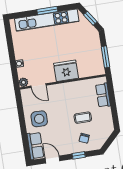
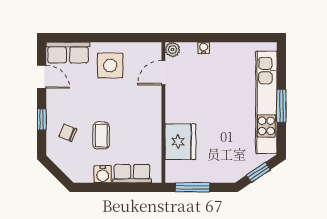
fridge: (66, 71) -> (180, 142), moved
water cooler: (106, 113) -> (103, 174), added
door: (53, 159) -> (42, 77), hinge flipped

